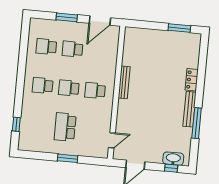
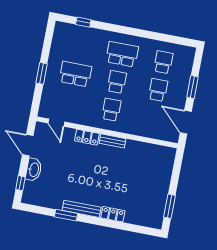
bench: (124, 82) -> (113, 141), width x0.73
school desk: (43, 86) -> (122, 54), width x1.85
locker: (123, 111) -> (87, 137), added
window: (197, 123) -> (66, 215), width x0.69
washbasin: (173, 159) -> (34, 170), moved

